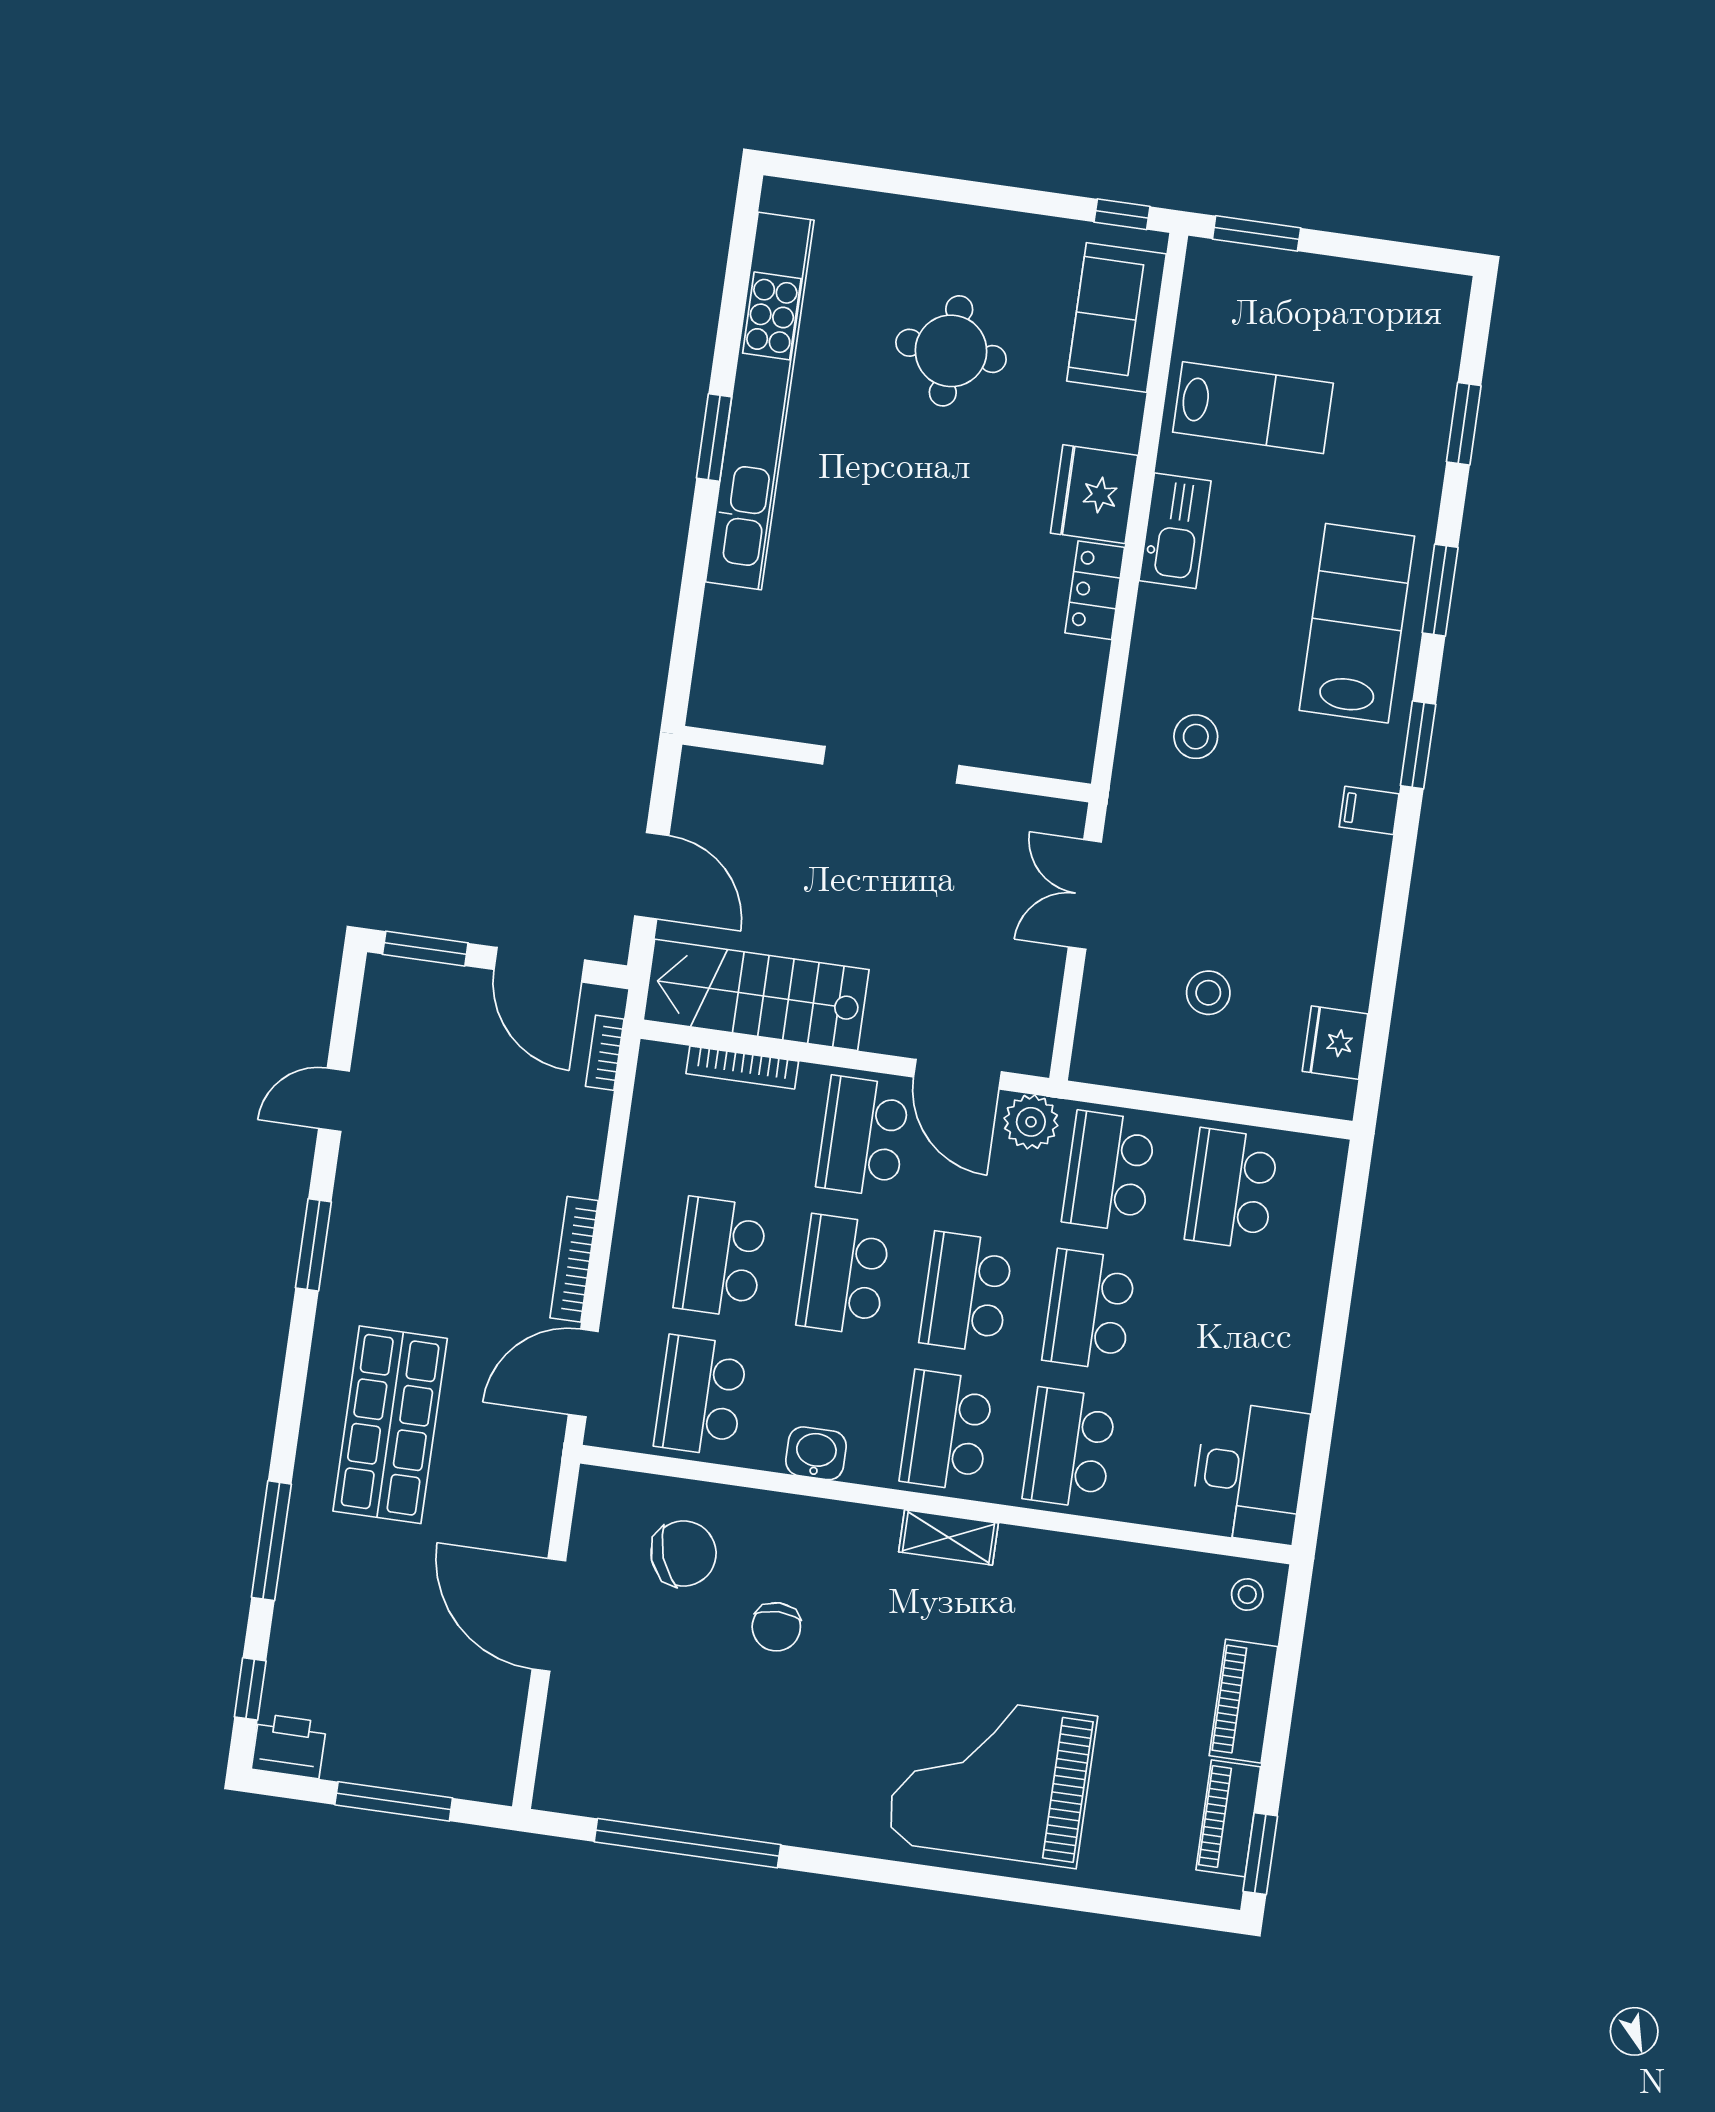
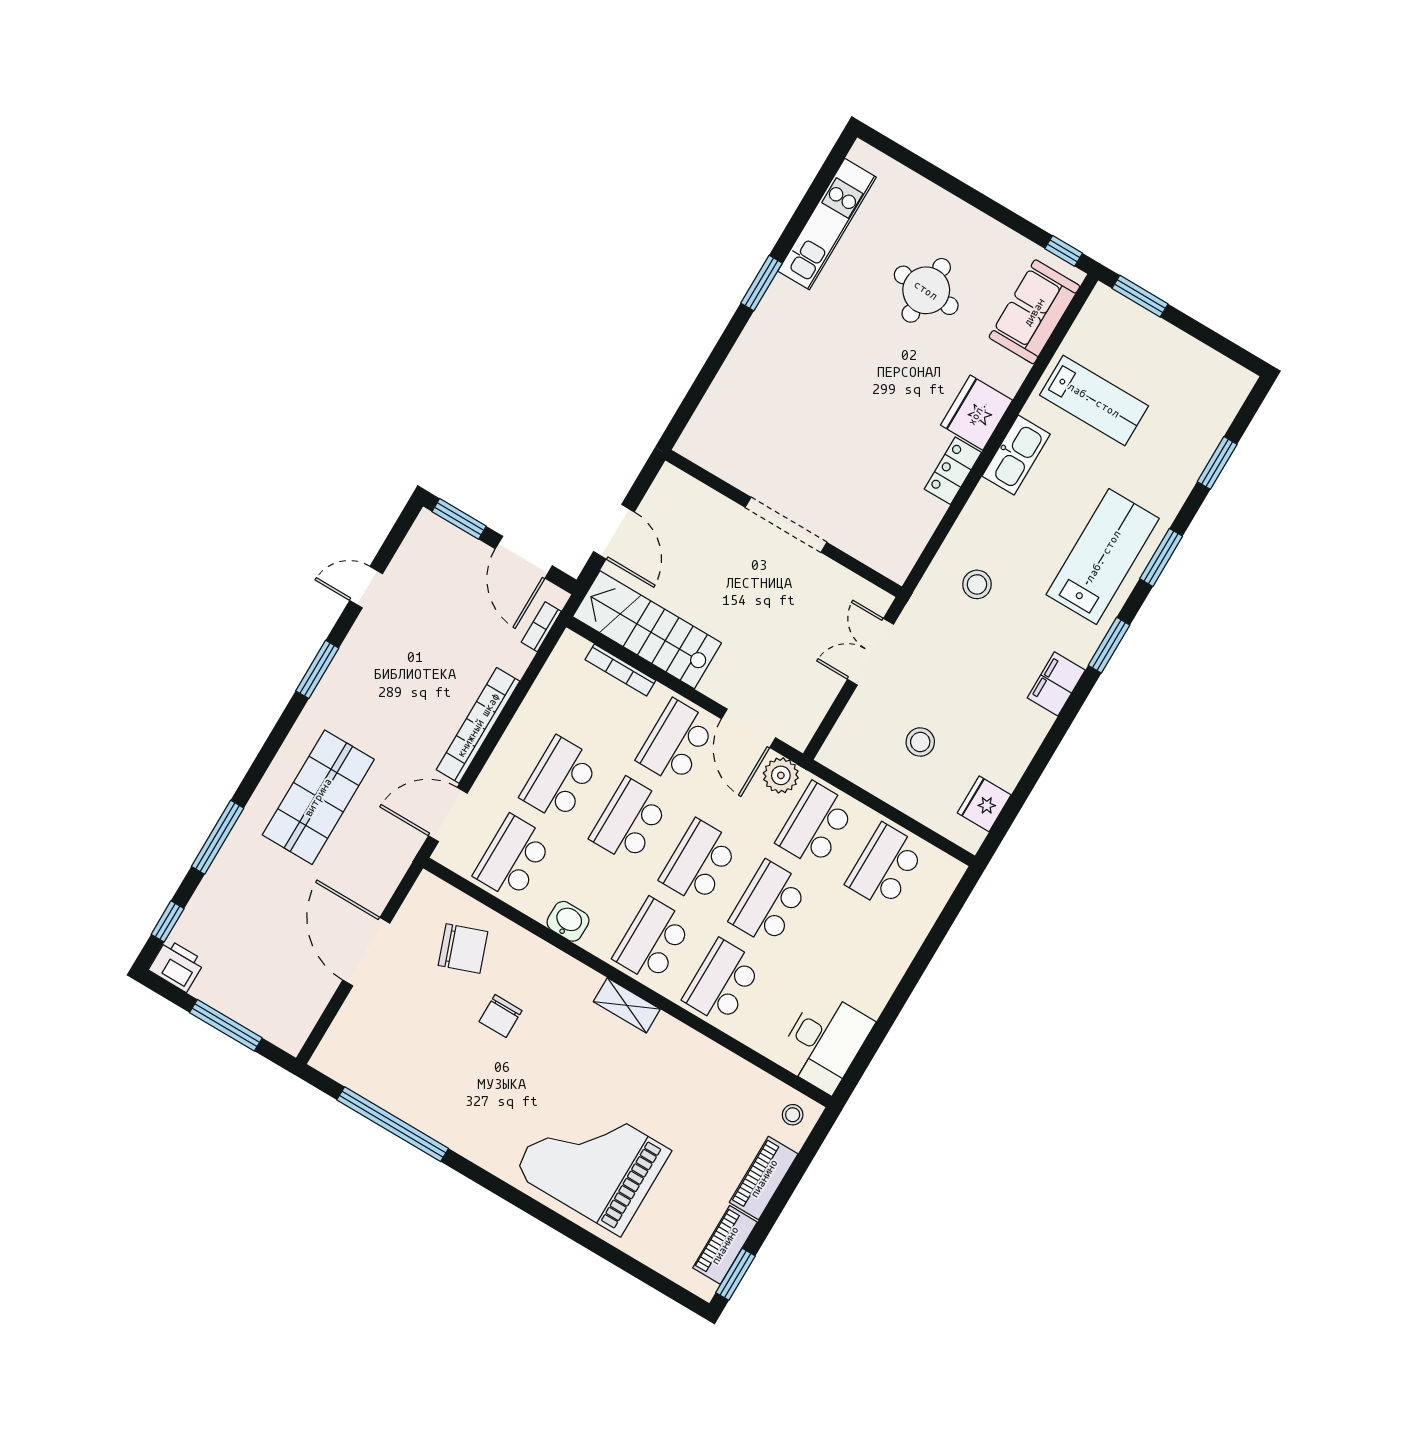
kitchen unit: (760, 401) -> (827, 224), width x0.54
filing cabinet: (1369, 810) -> (1056, 684), width x2.00
bookcase: (574, 1259) -> (478, 725), width x1.48, depth x1.31

